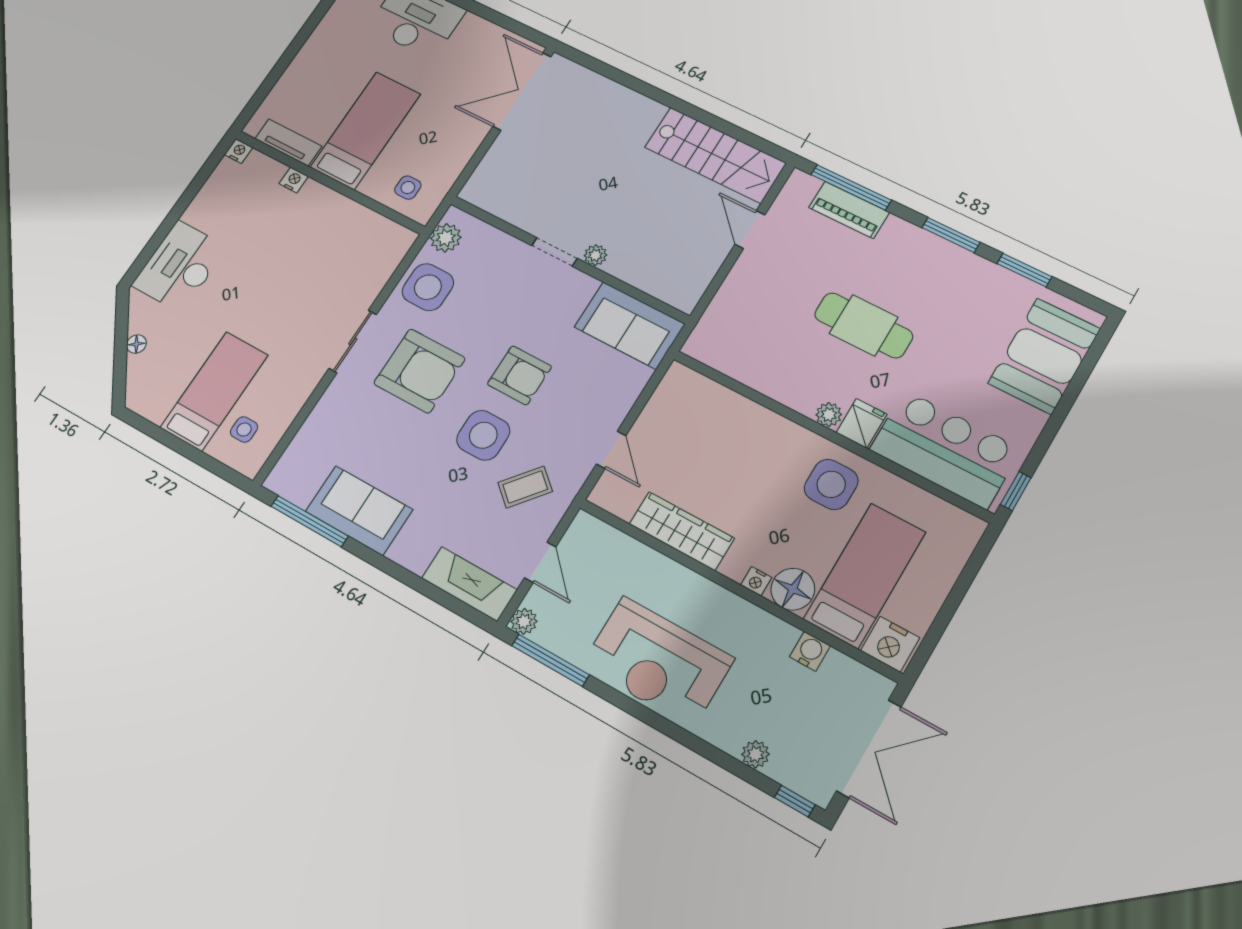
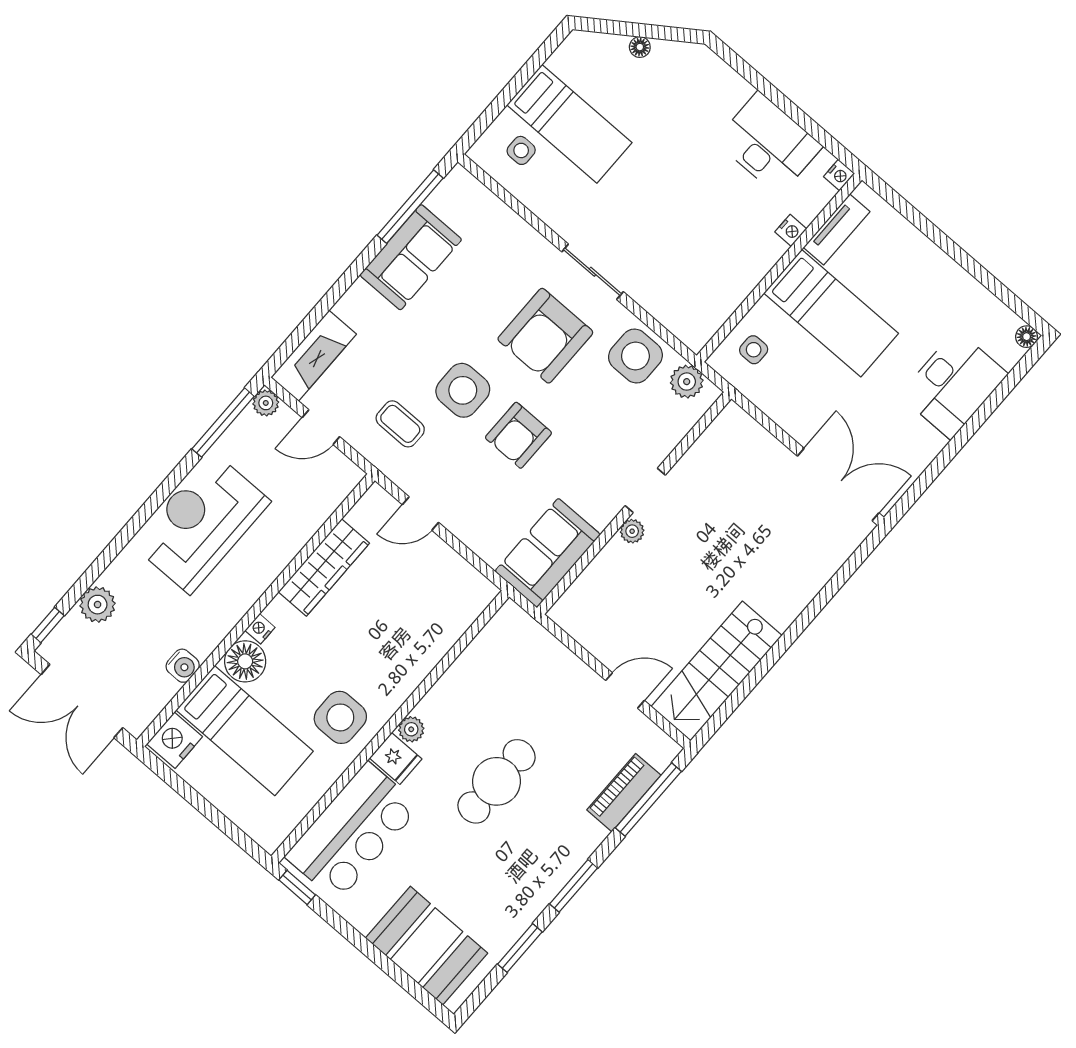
desk: (180, 266) -> (769, 144), moved
coffee table: (525, 487) -> (400, 424), turned -40
plant: (755, 754) -> (98, 605), width x1.38, depth x1.38

